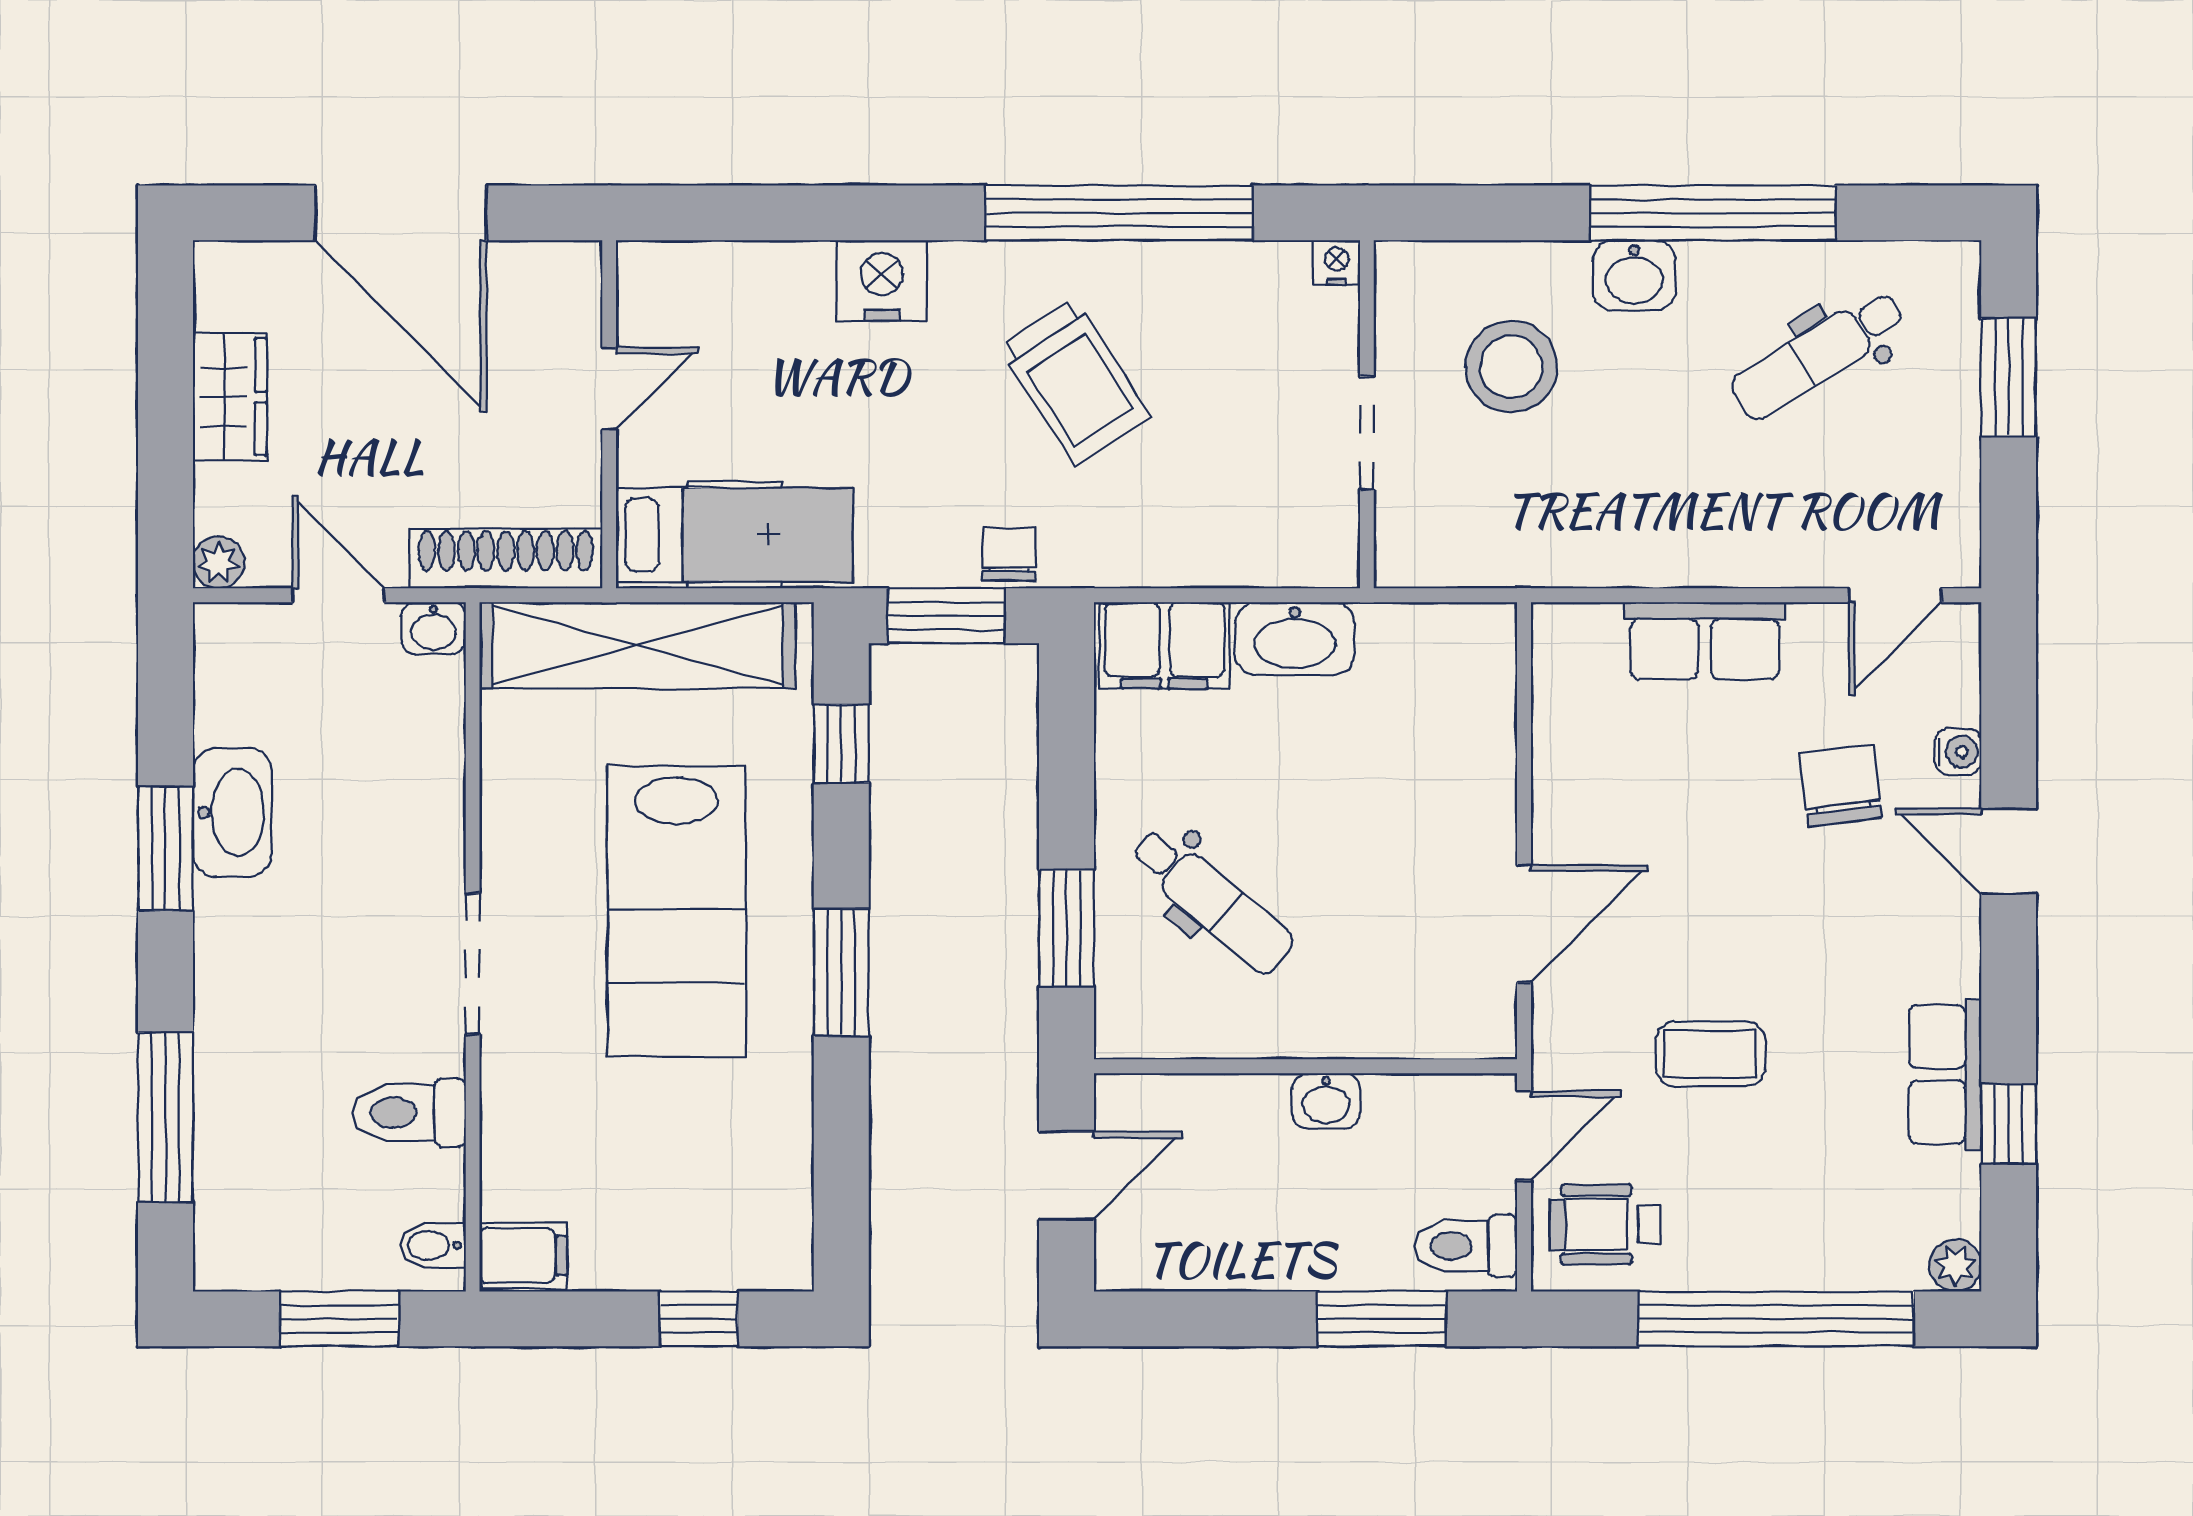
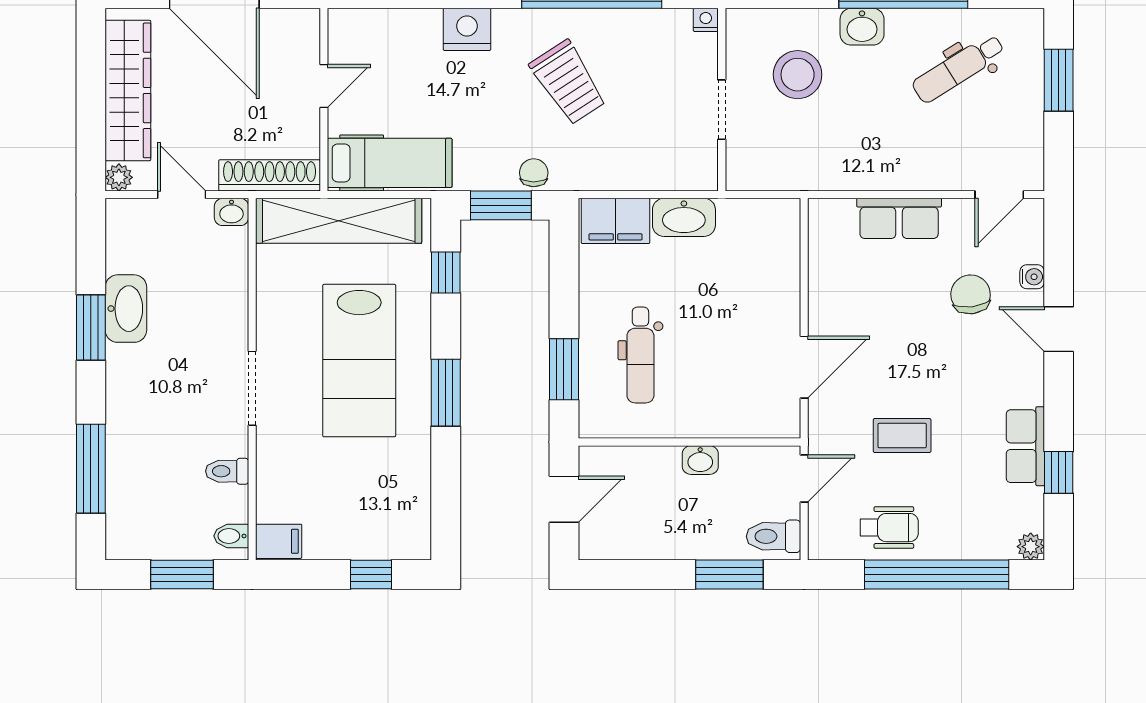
wardrobe: (230, 397) -> (128, 90), width x2.10, depth x1.17
dental chair: (1212, 901) -> (640, 355), turned 50
toilet: (409, 1113) -> (227, 471), width x0.73, depth x0.72
wheelchair: (1605, 1225) -> (889, 528), moved, turned 180

